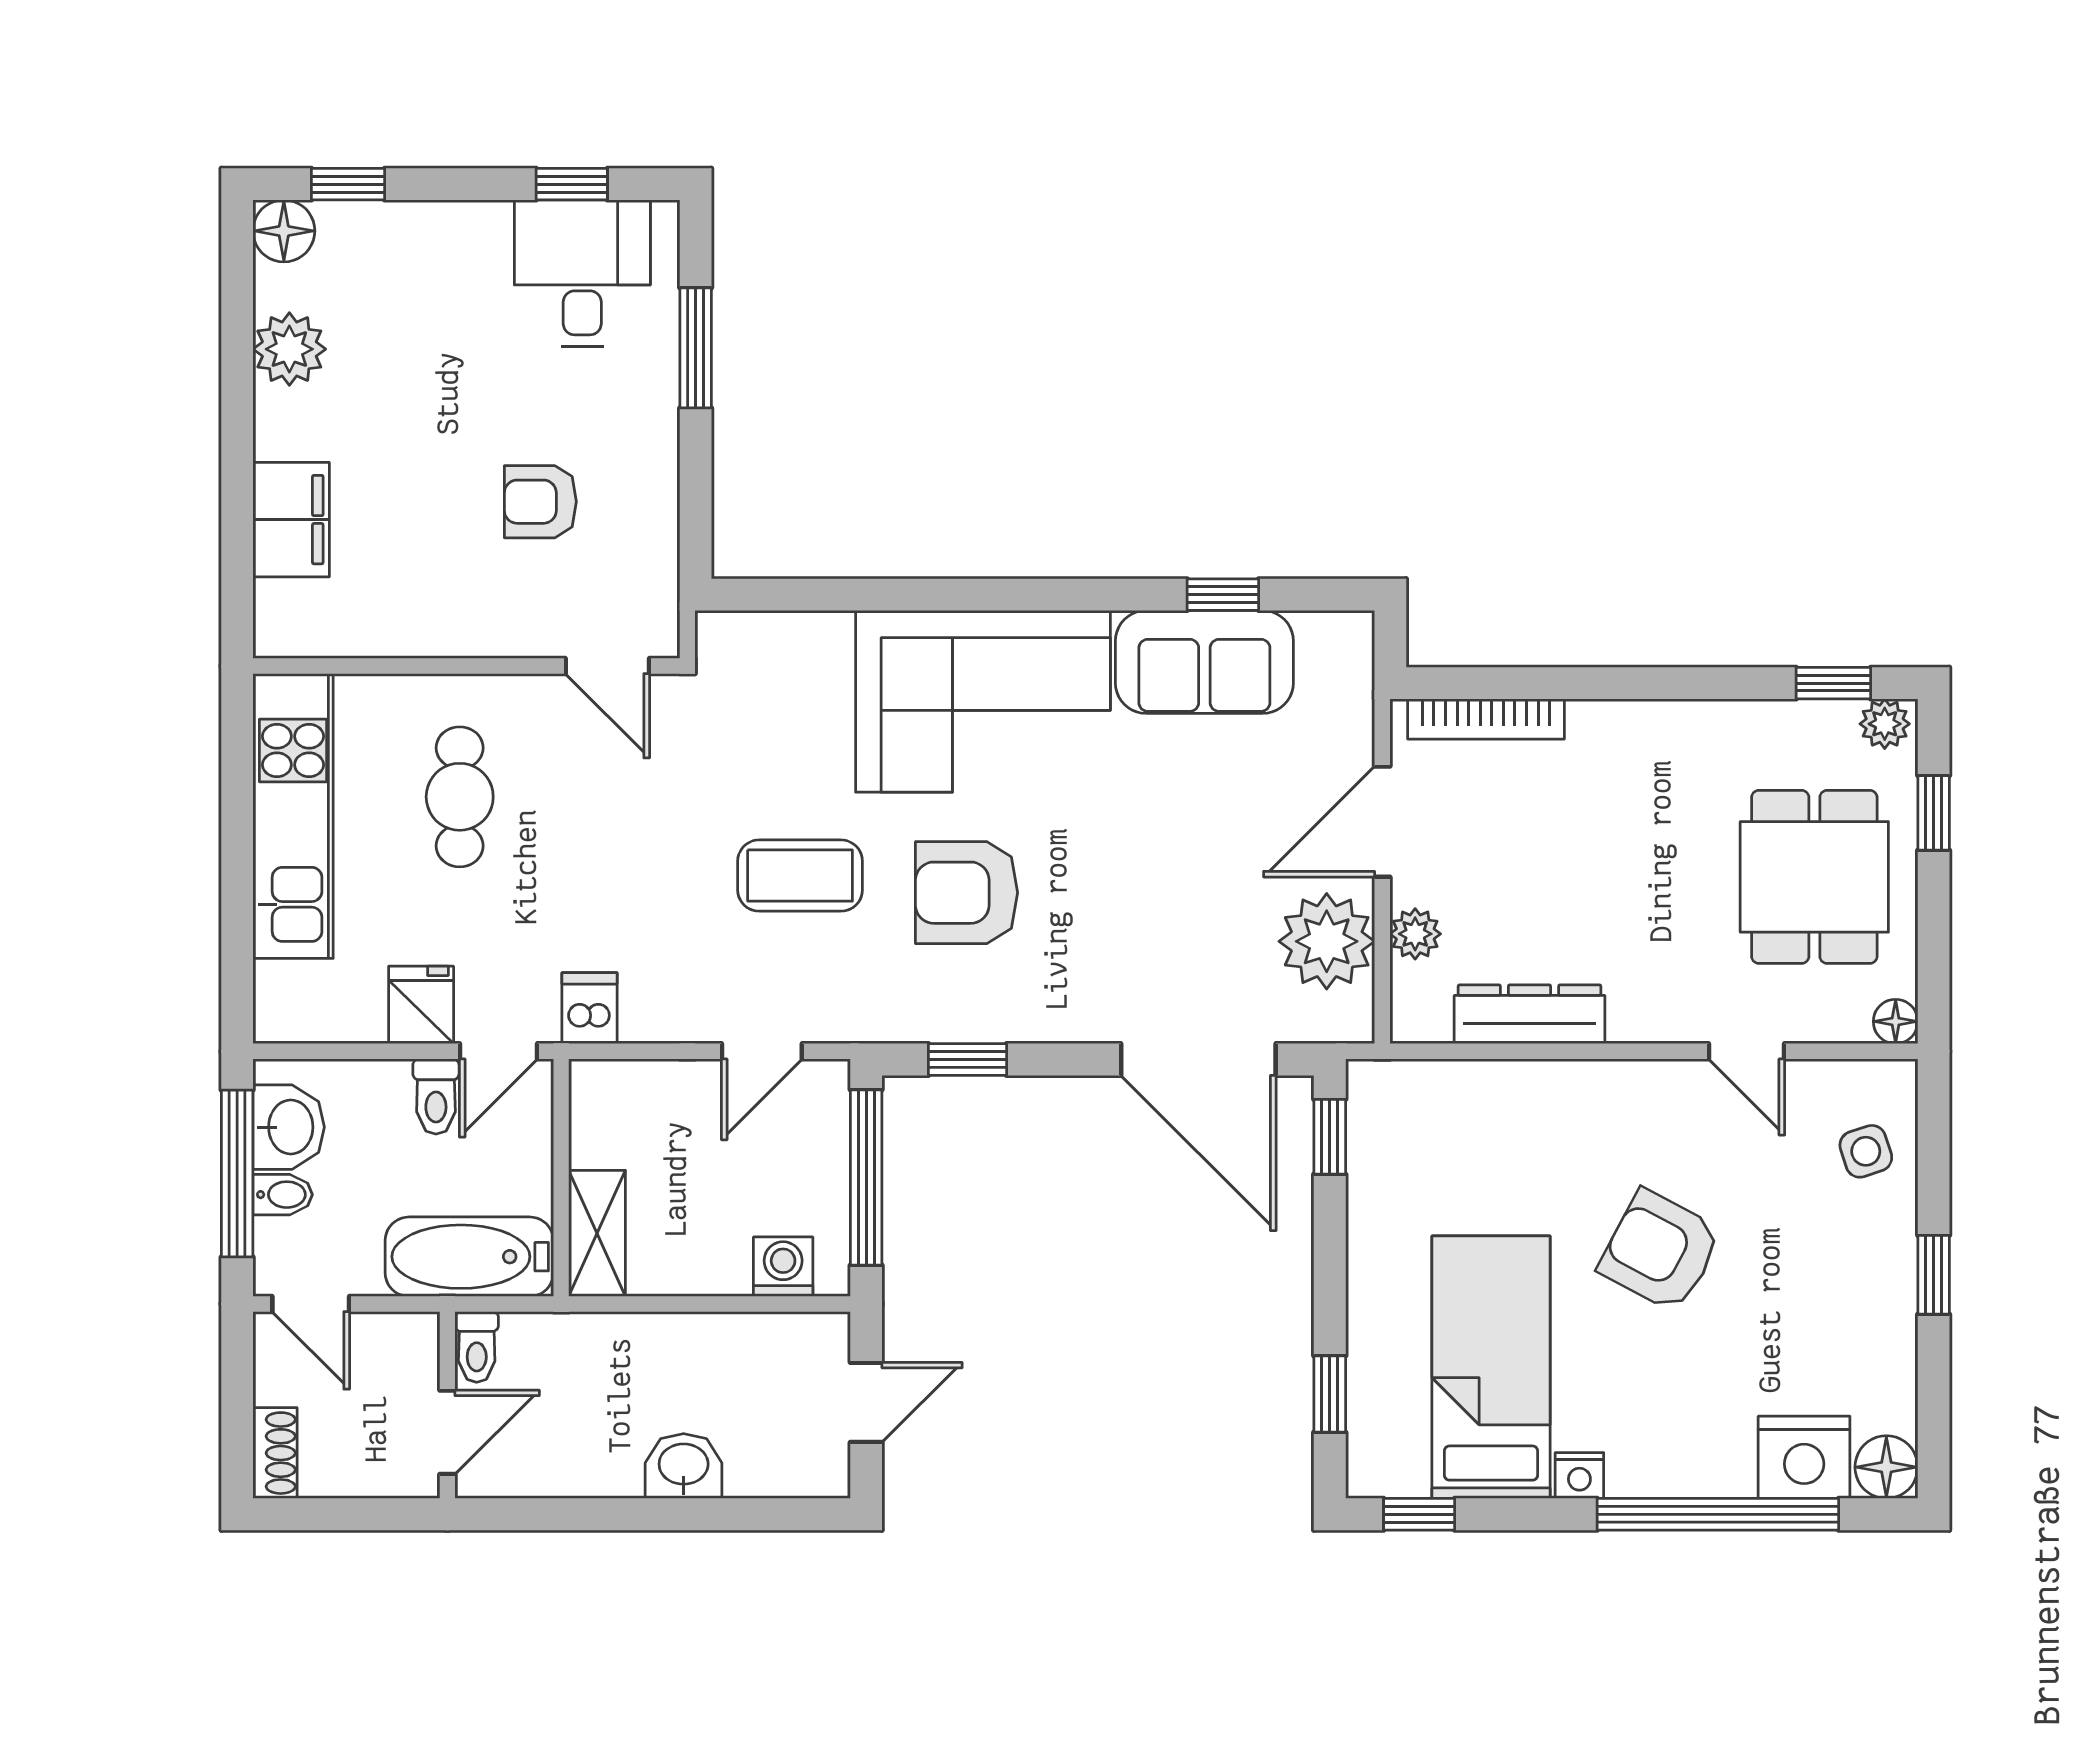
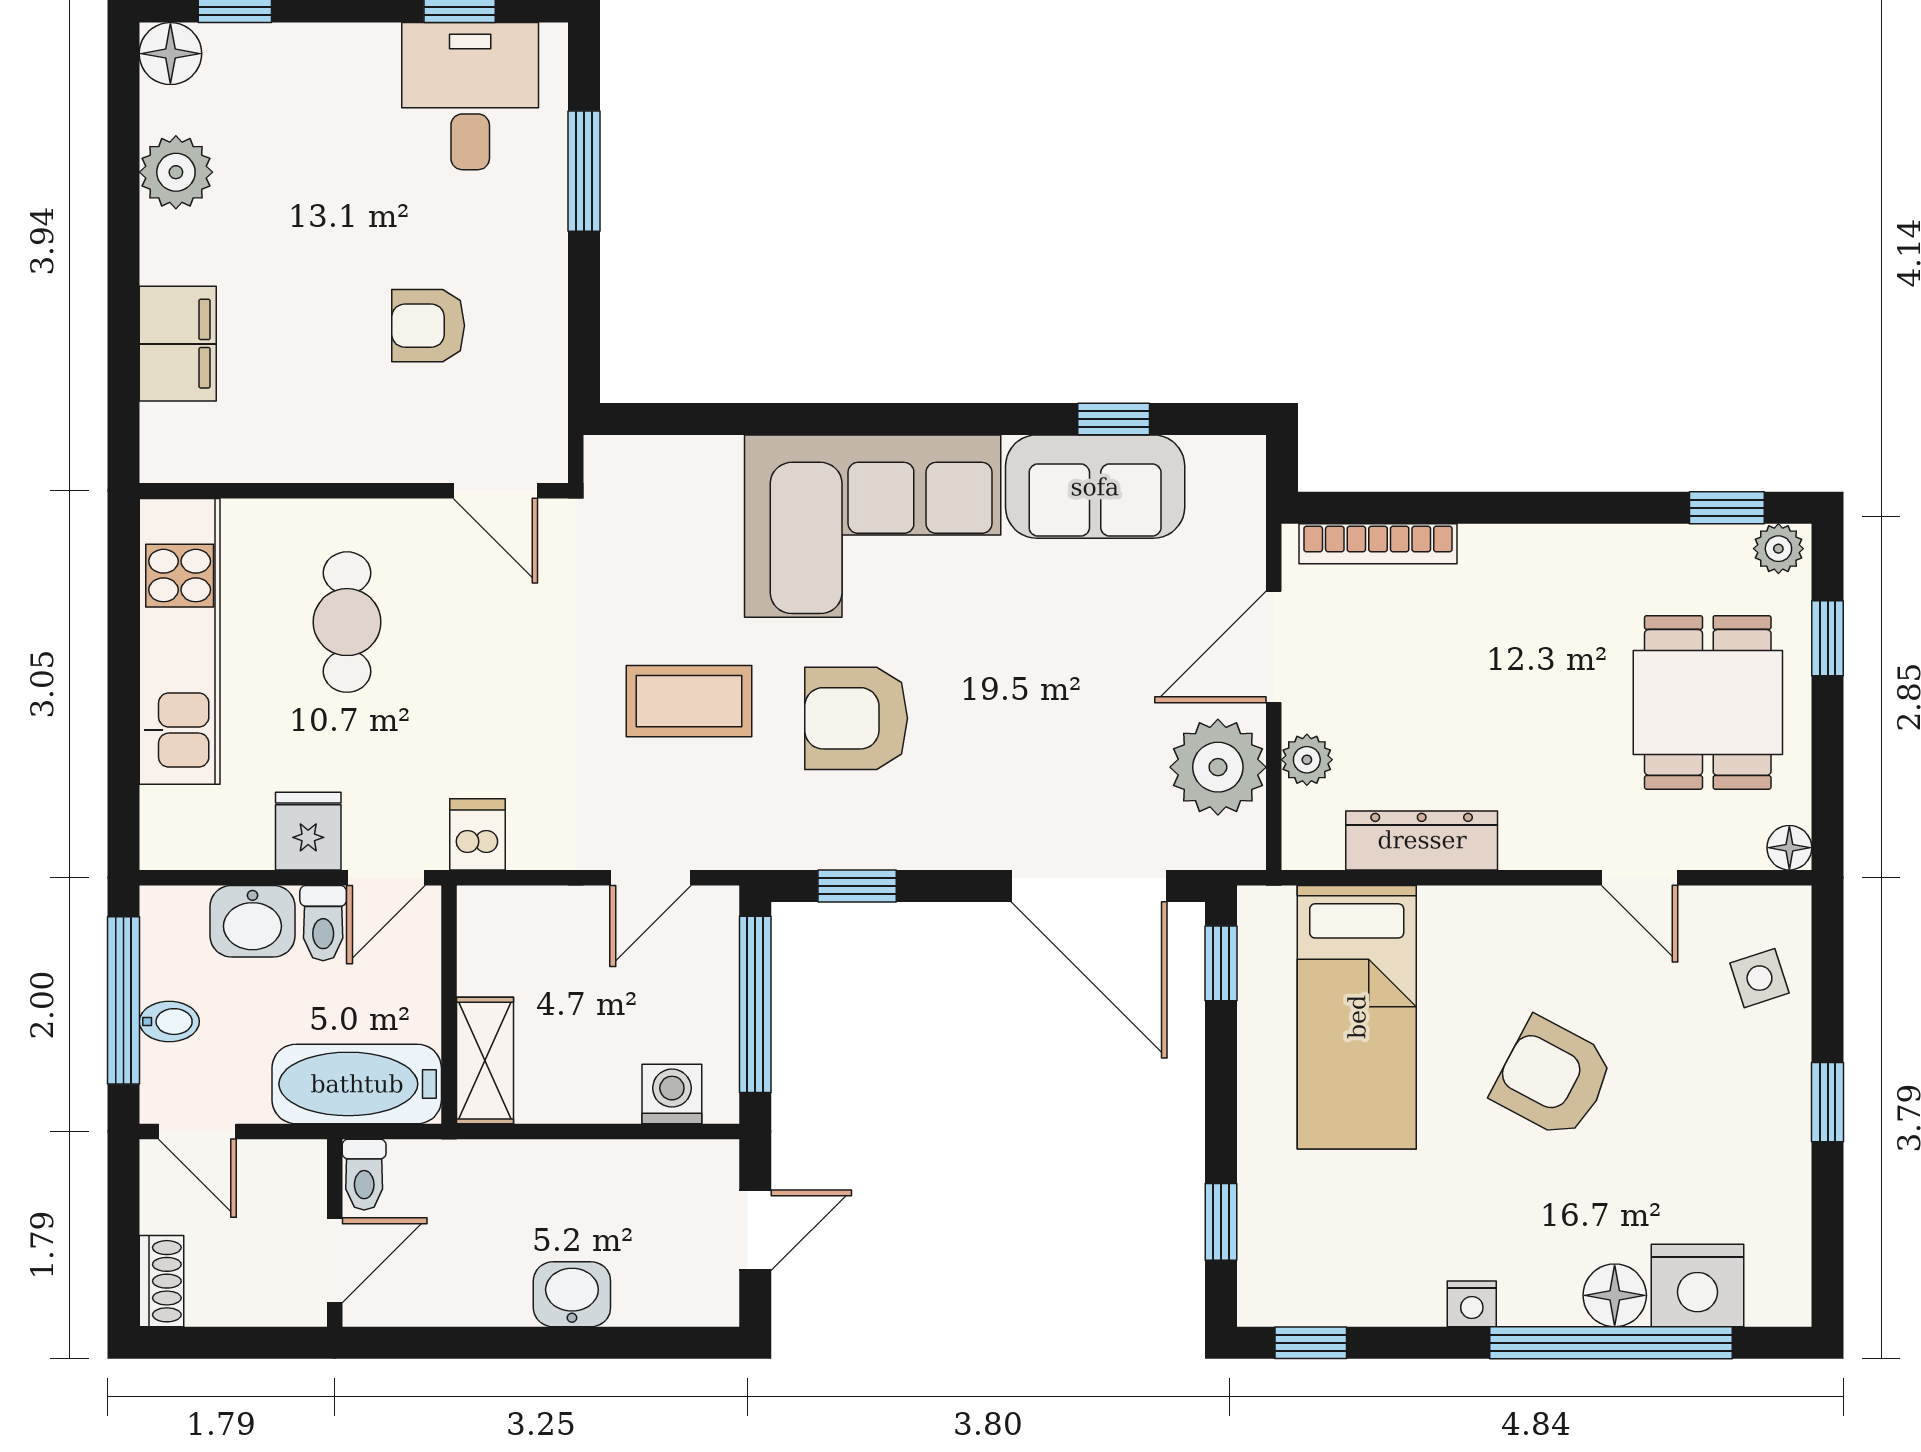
washbasin: (289, 1127) -> (252, 921), moved, turned 90
bed: (1491, 1367) -> (1357, 1017), moved, turned 180
floor lamp: (1886, 1467) -> (1615, 1295), moved

